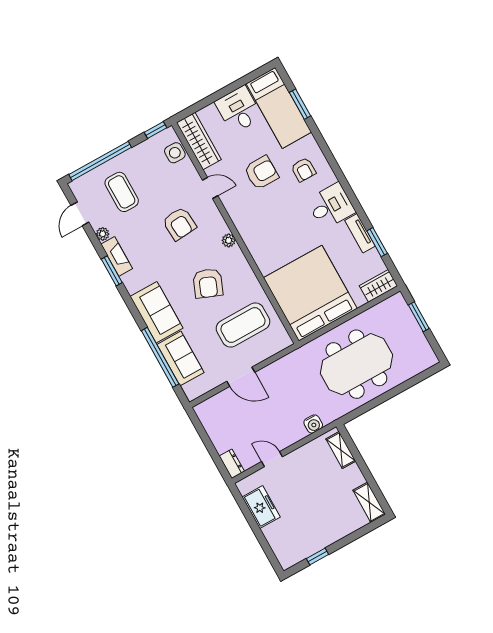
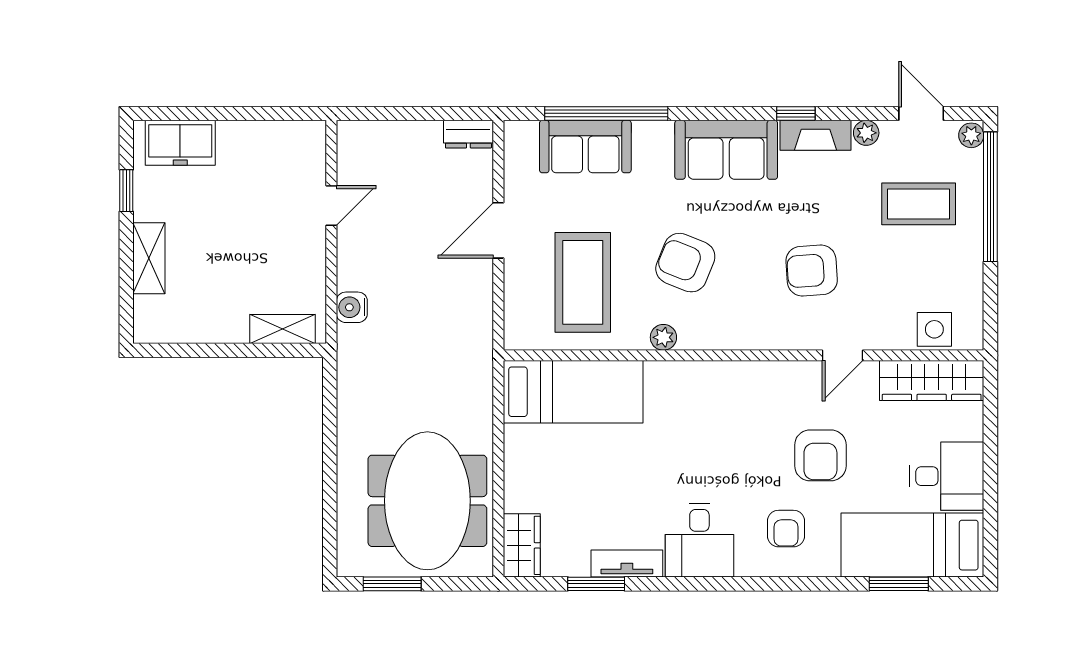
window: (156, 130) -> (990, 318), removed
armchair: (303, 170) -> (786, 529), turned -90
plant: (77, 185) -> (971, 135), added
plant: (229, 240) -> (663, 337), moved
window: (112, 271) -> (796, 113), width x0.67
bed: (310, 293) -> (573, 392), width x0.49
sofa: (157, 312) -> (726, 150), moved
window: (419, 317) -> (392, 584), moved
meeting table: (356, 364) -> (427, 501), moved
dresser: (232, 464) -> (468, 134), moved
shelving: (369, 502) -> (149, 258), moved, turned 90
freezer: (261, 507) -> (180, 143), moved

